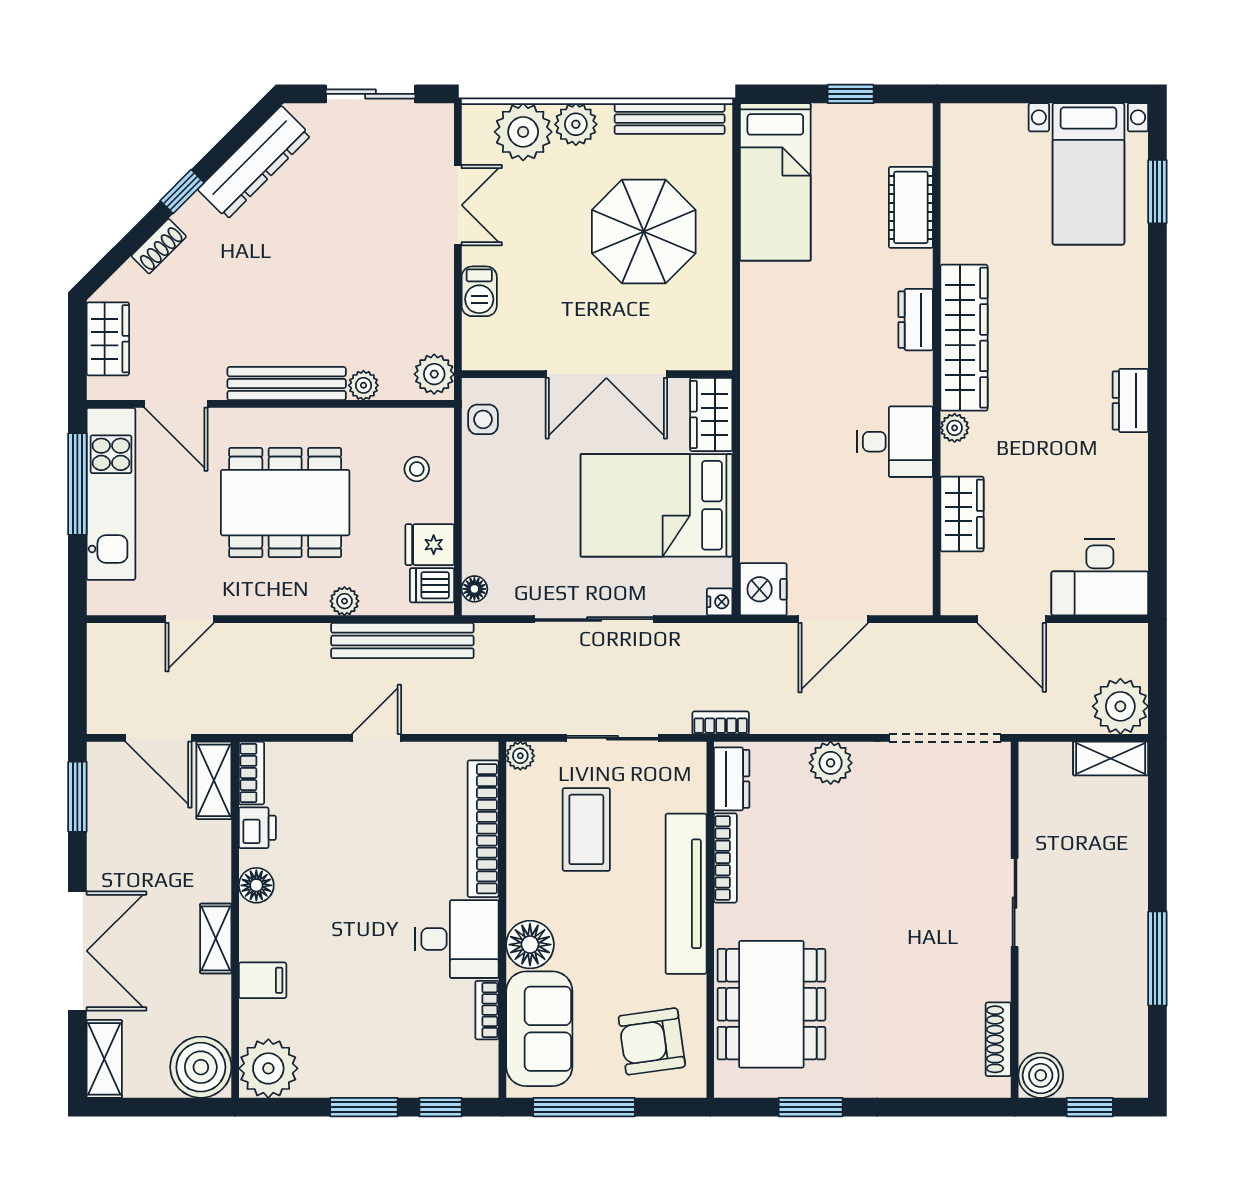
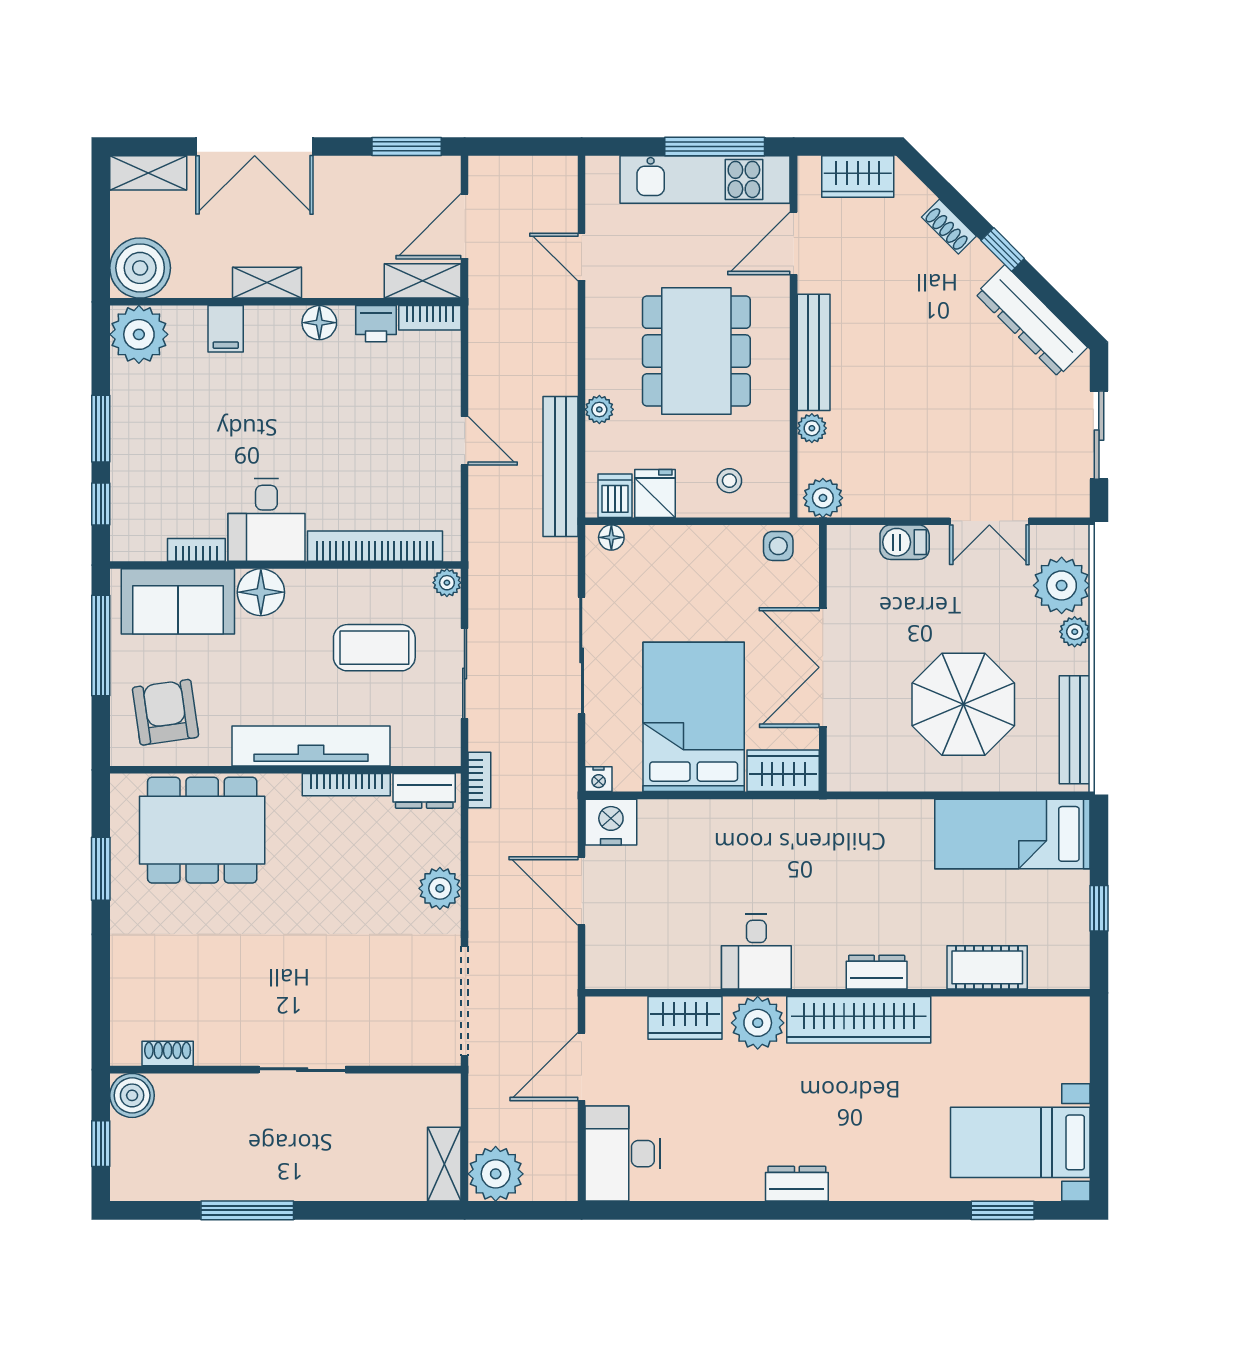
plant: (576, 124) -> (1075, 632), width x0.73, depth x0.73
plant: (955, 428) -> (758, 1023), width x1.88, depth x1.88
shoe rack: (998, 1039) -> (168, 1054), width x0.70

